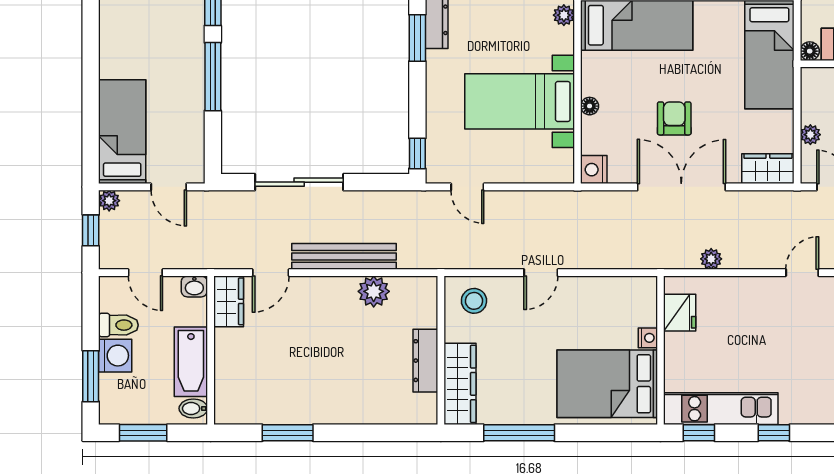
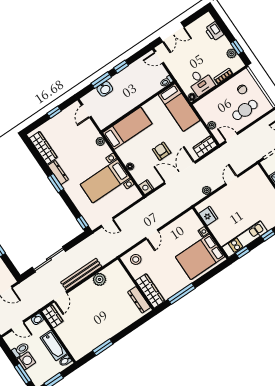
door: (802, 273) -> (232, 180), moved
dresser: (425, 361) -> (139, 300), moved

